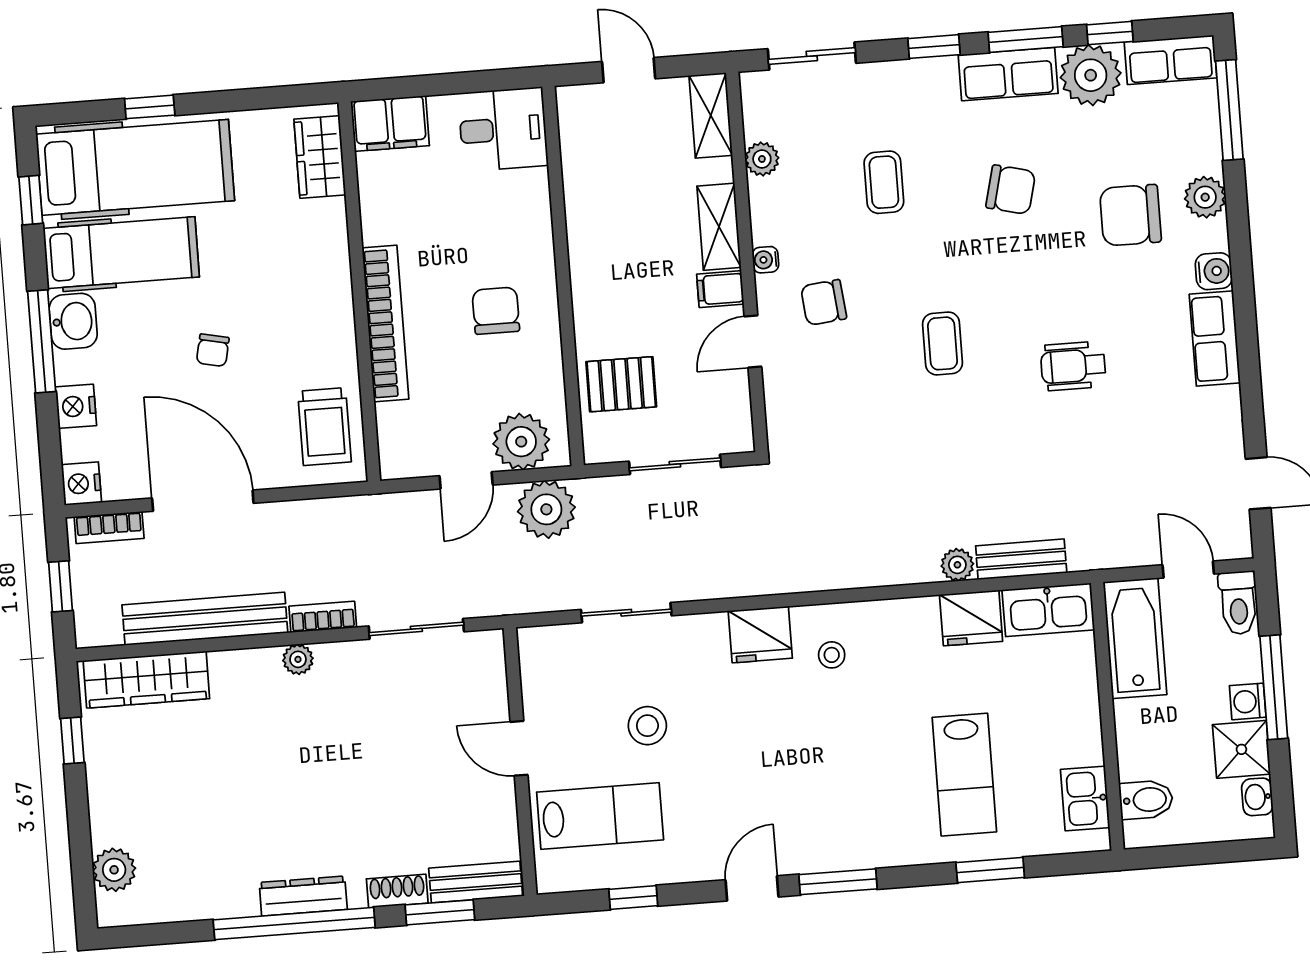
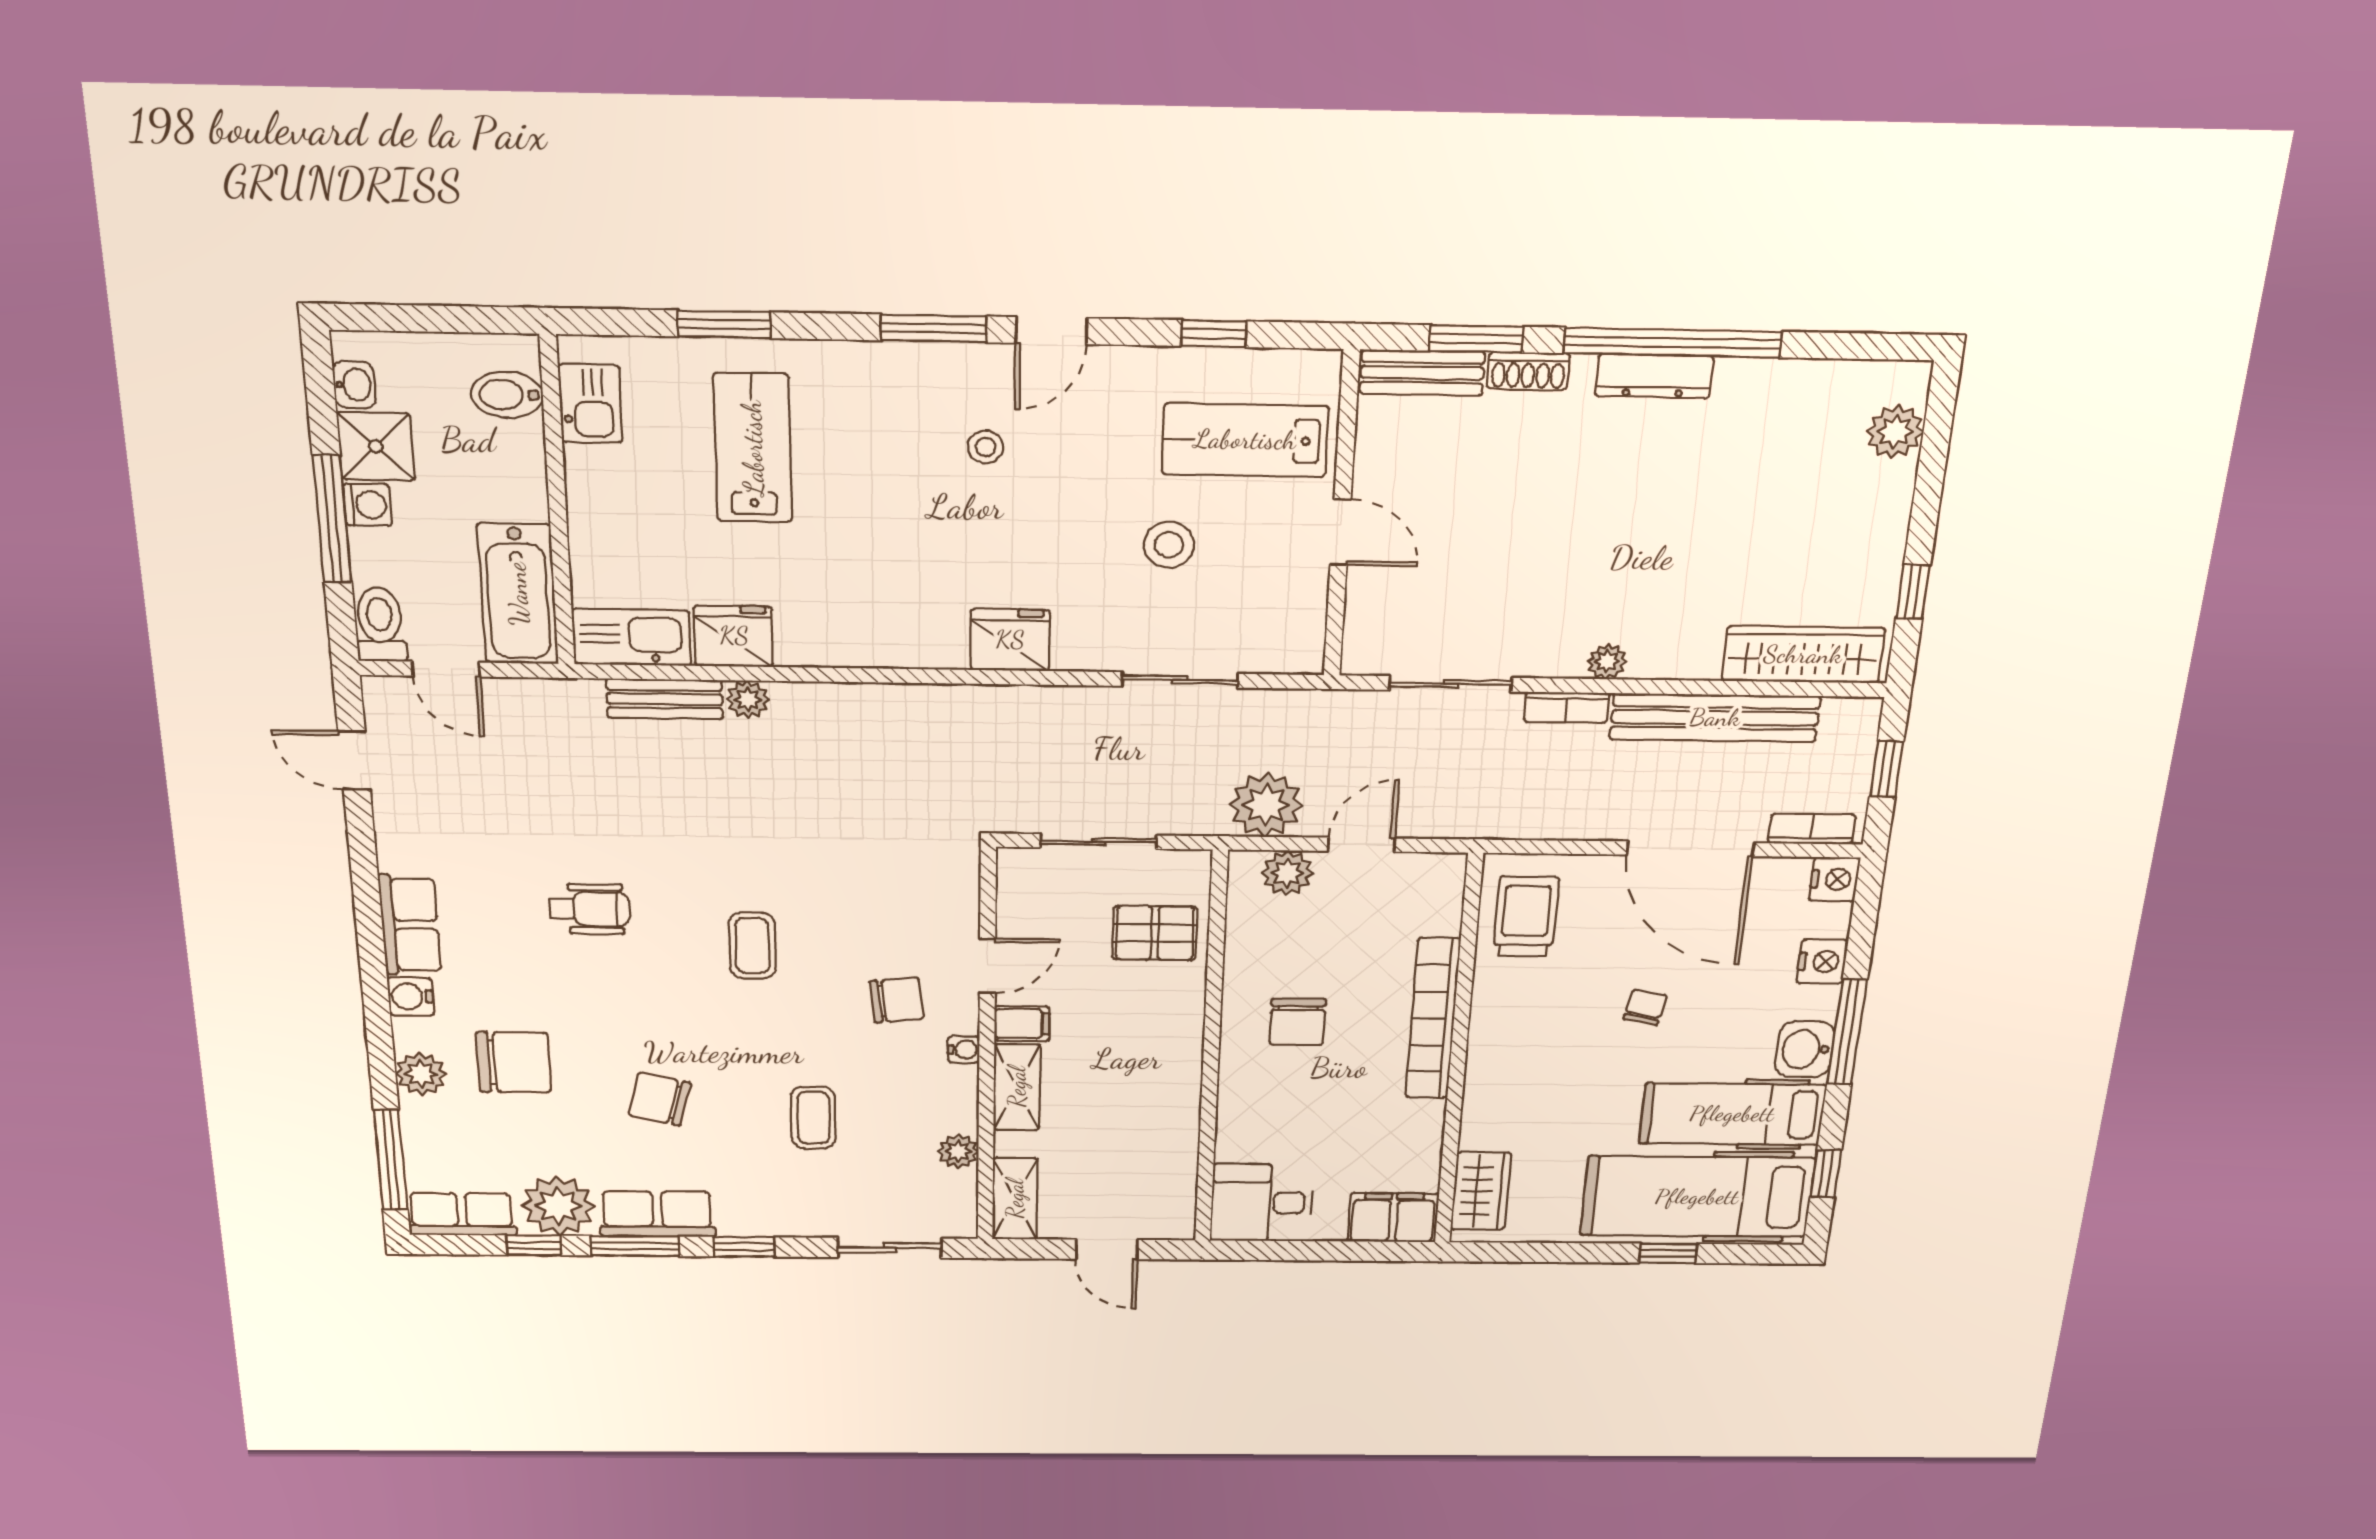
plant: (521, 442) -> (1287, 873), width x0.73, depth x0.73
stool: (832, 655) -> (986, 447), moved

